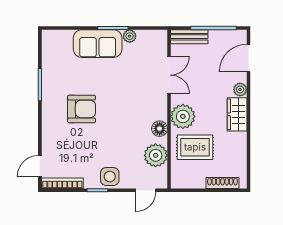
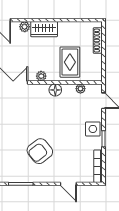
armchair: (82, 109) -> (40, 151), turned -128
plant: (183, 116) -> (41, 76), width x0.53, depth x0.53
plant: (156, 155) -> (80, 89), width x0.53, depth x0.53
door: (40, 166) -> (68, 184), moved

